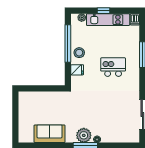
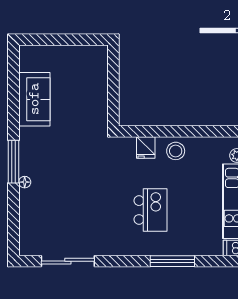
window: (68, 43) -> (192, 131), removed
plant: (84, 135) -> (32, 159), removed

